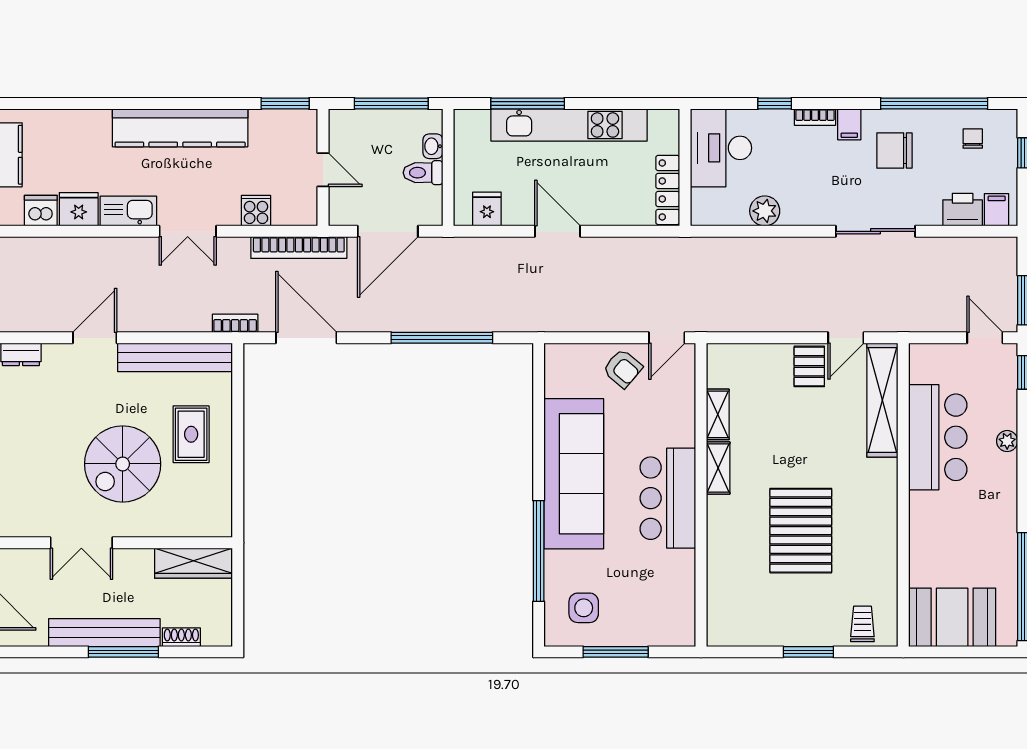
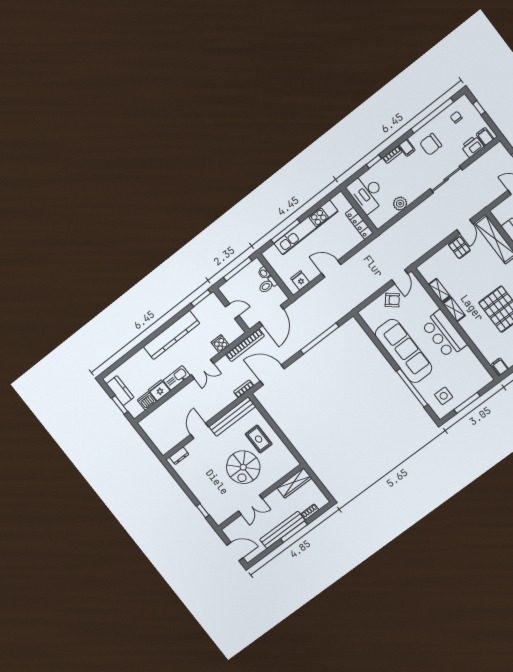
filing cabinet: (722, 631) -> (500, 367), added

